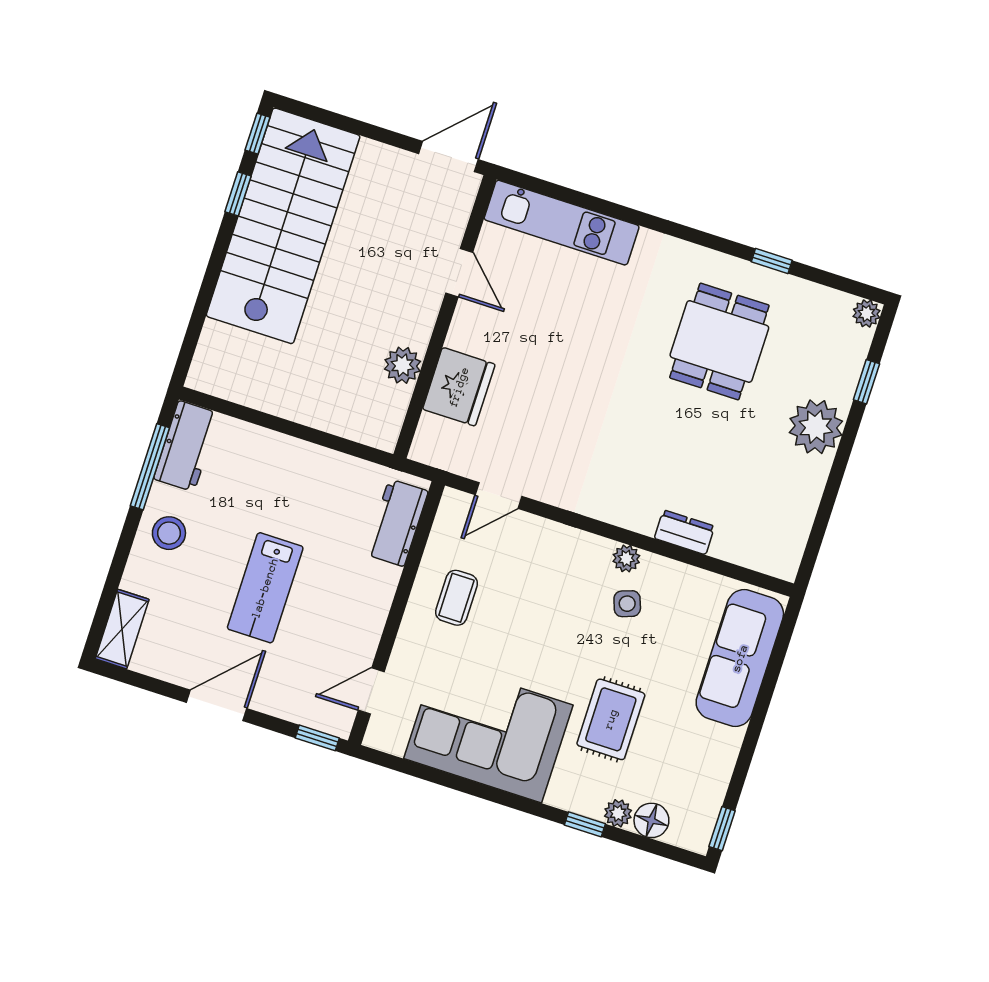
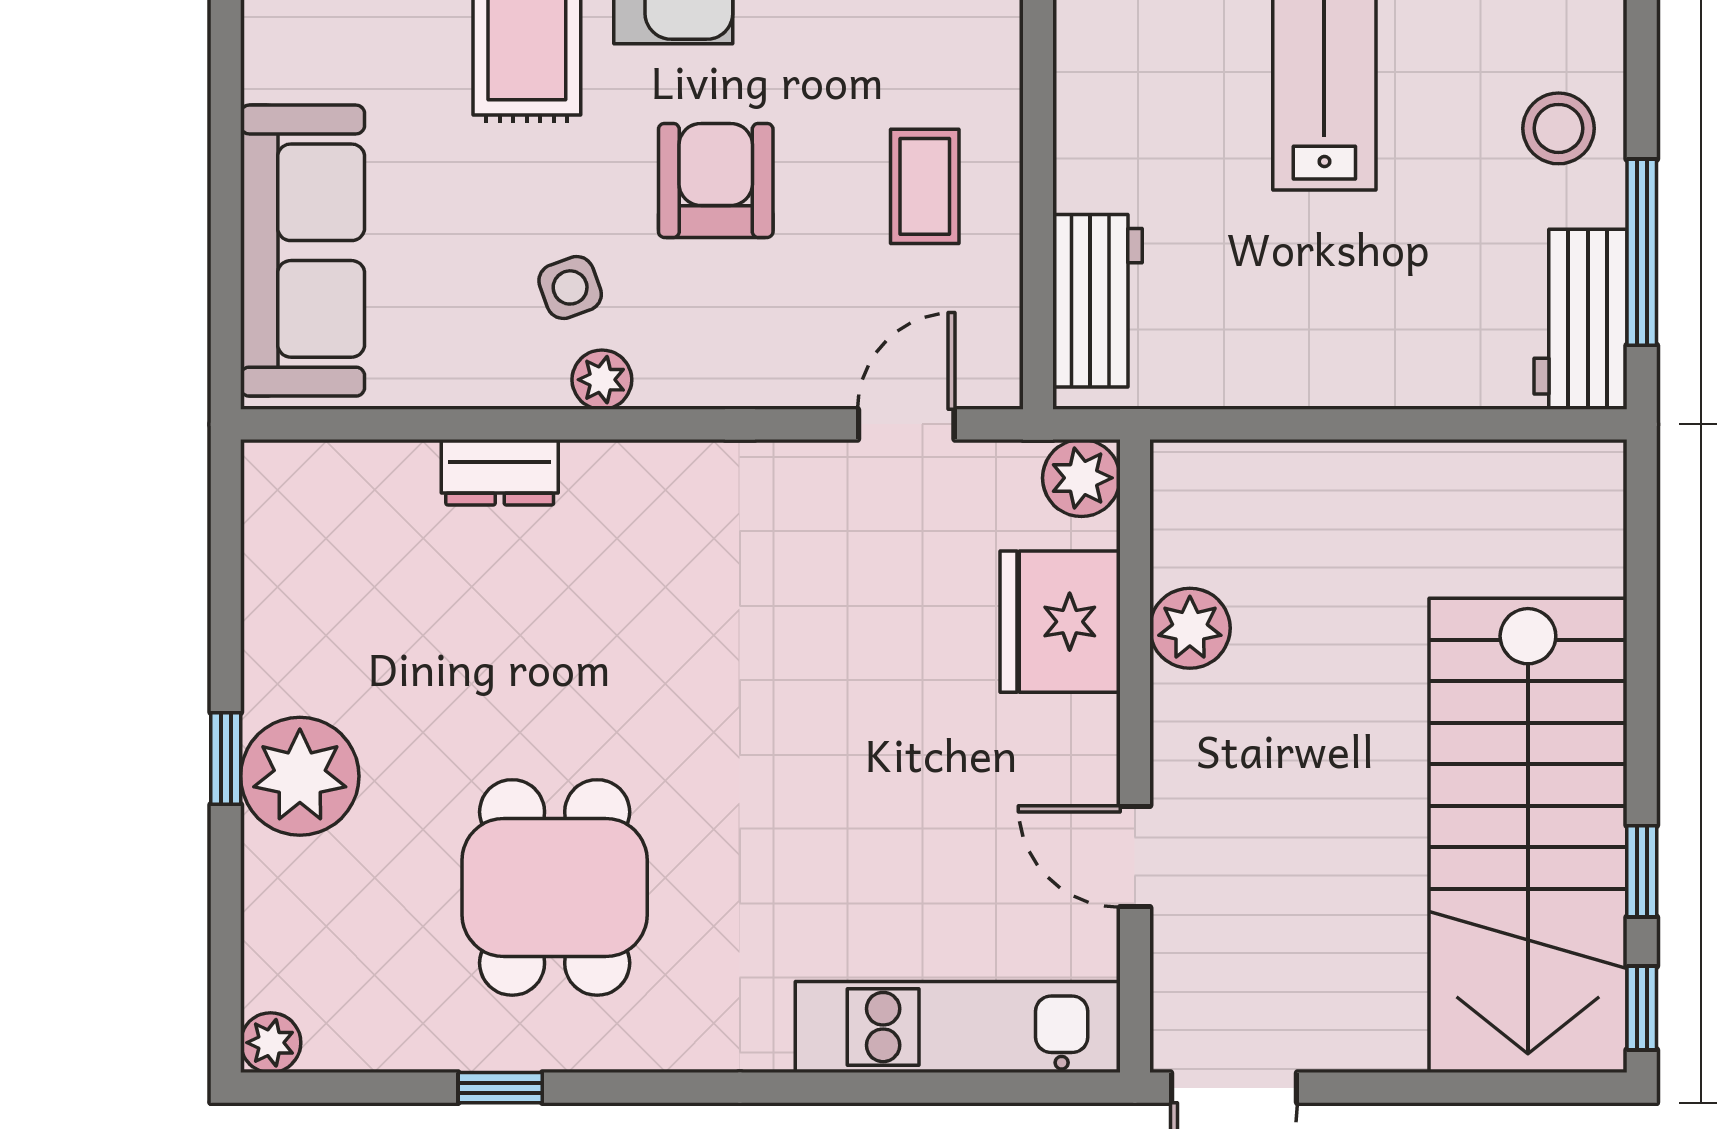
window: (866, 382) -> (226, 758), moved
plant: (429, 447) -> (1081, 478), added
armchair: (548, 630) -> (716, 180), added

